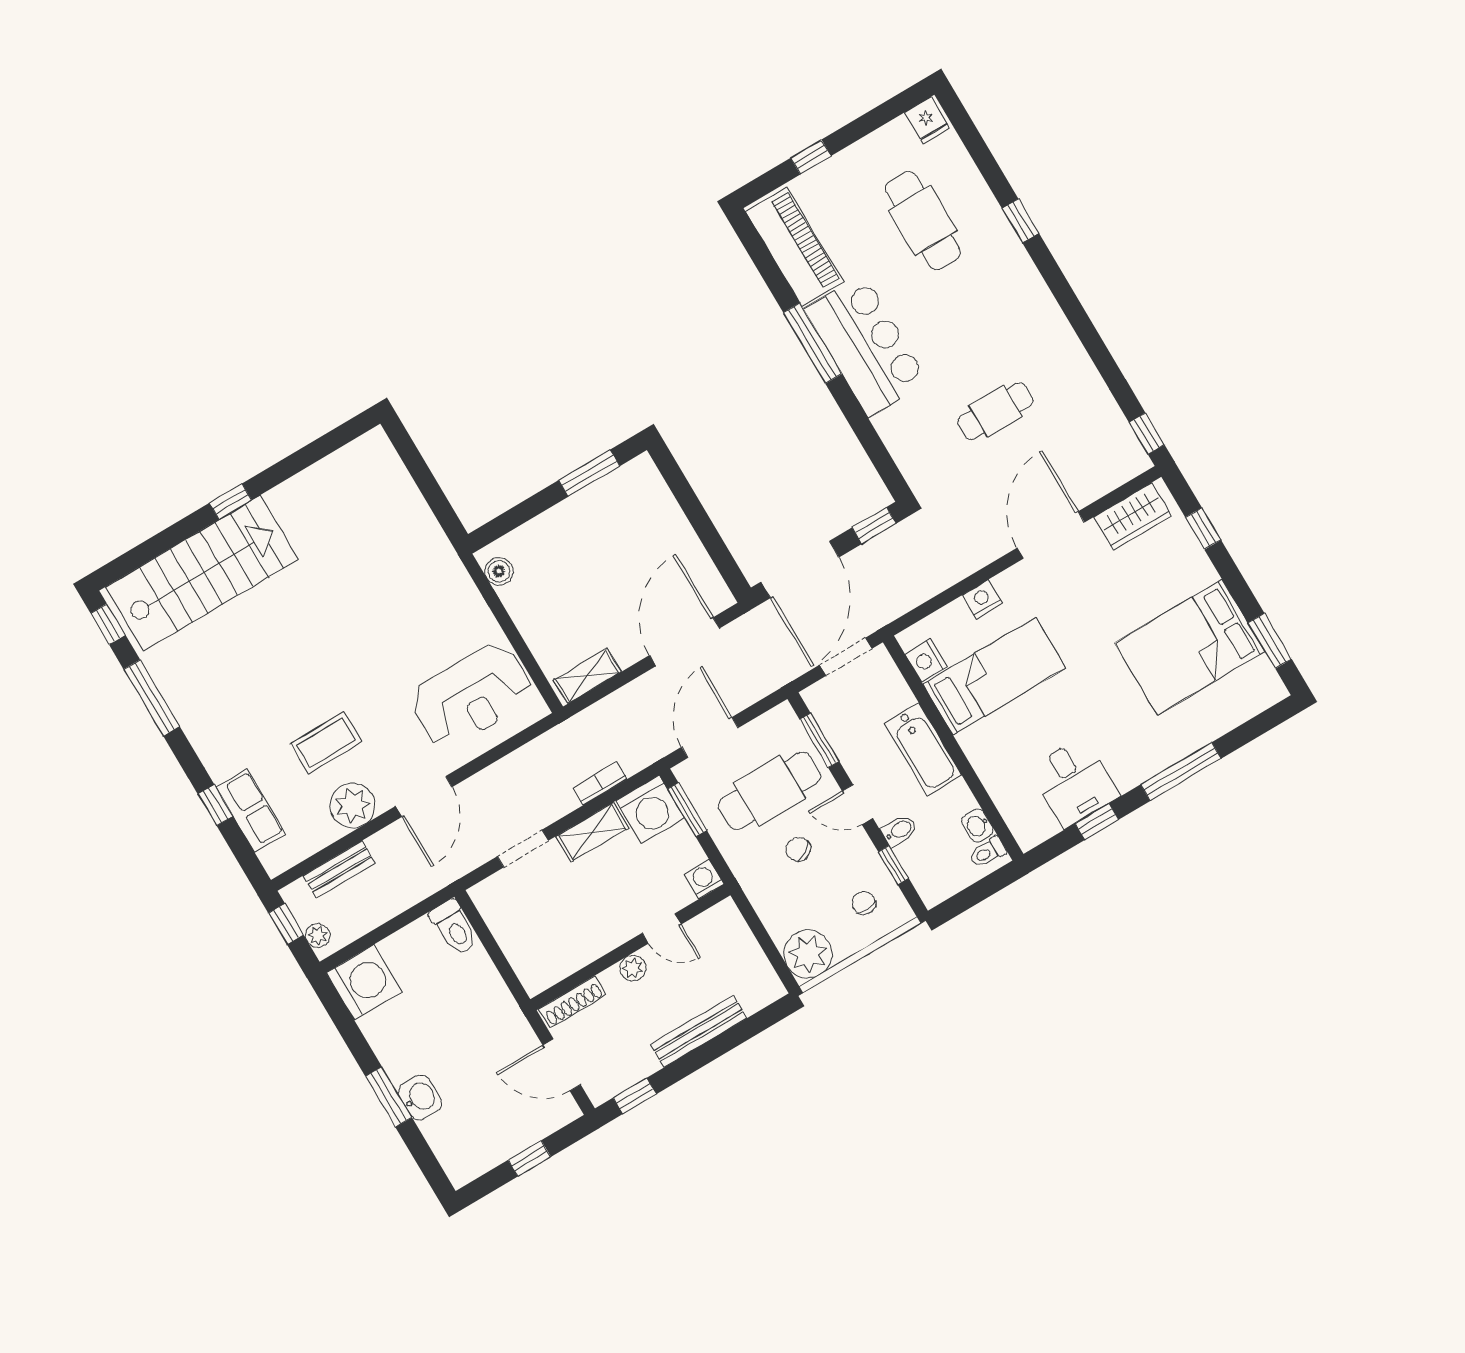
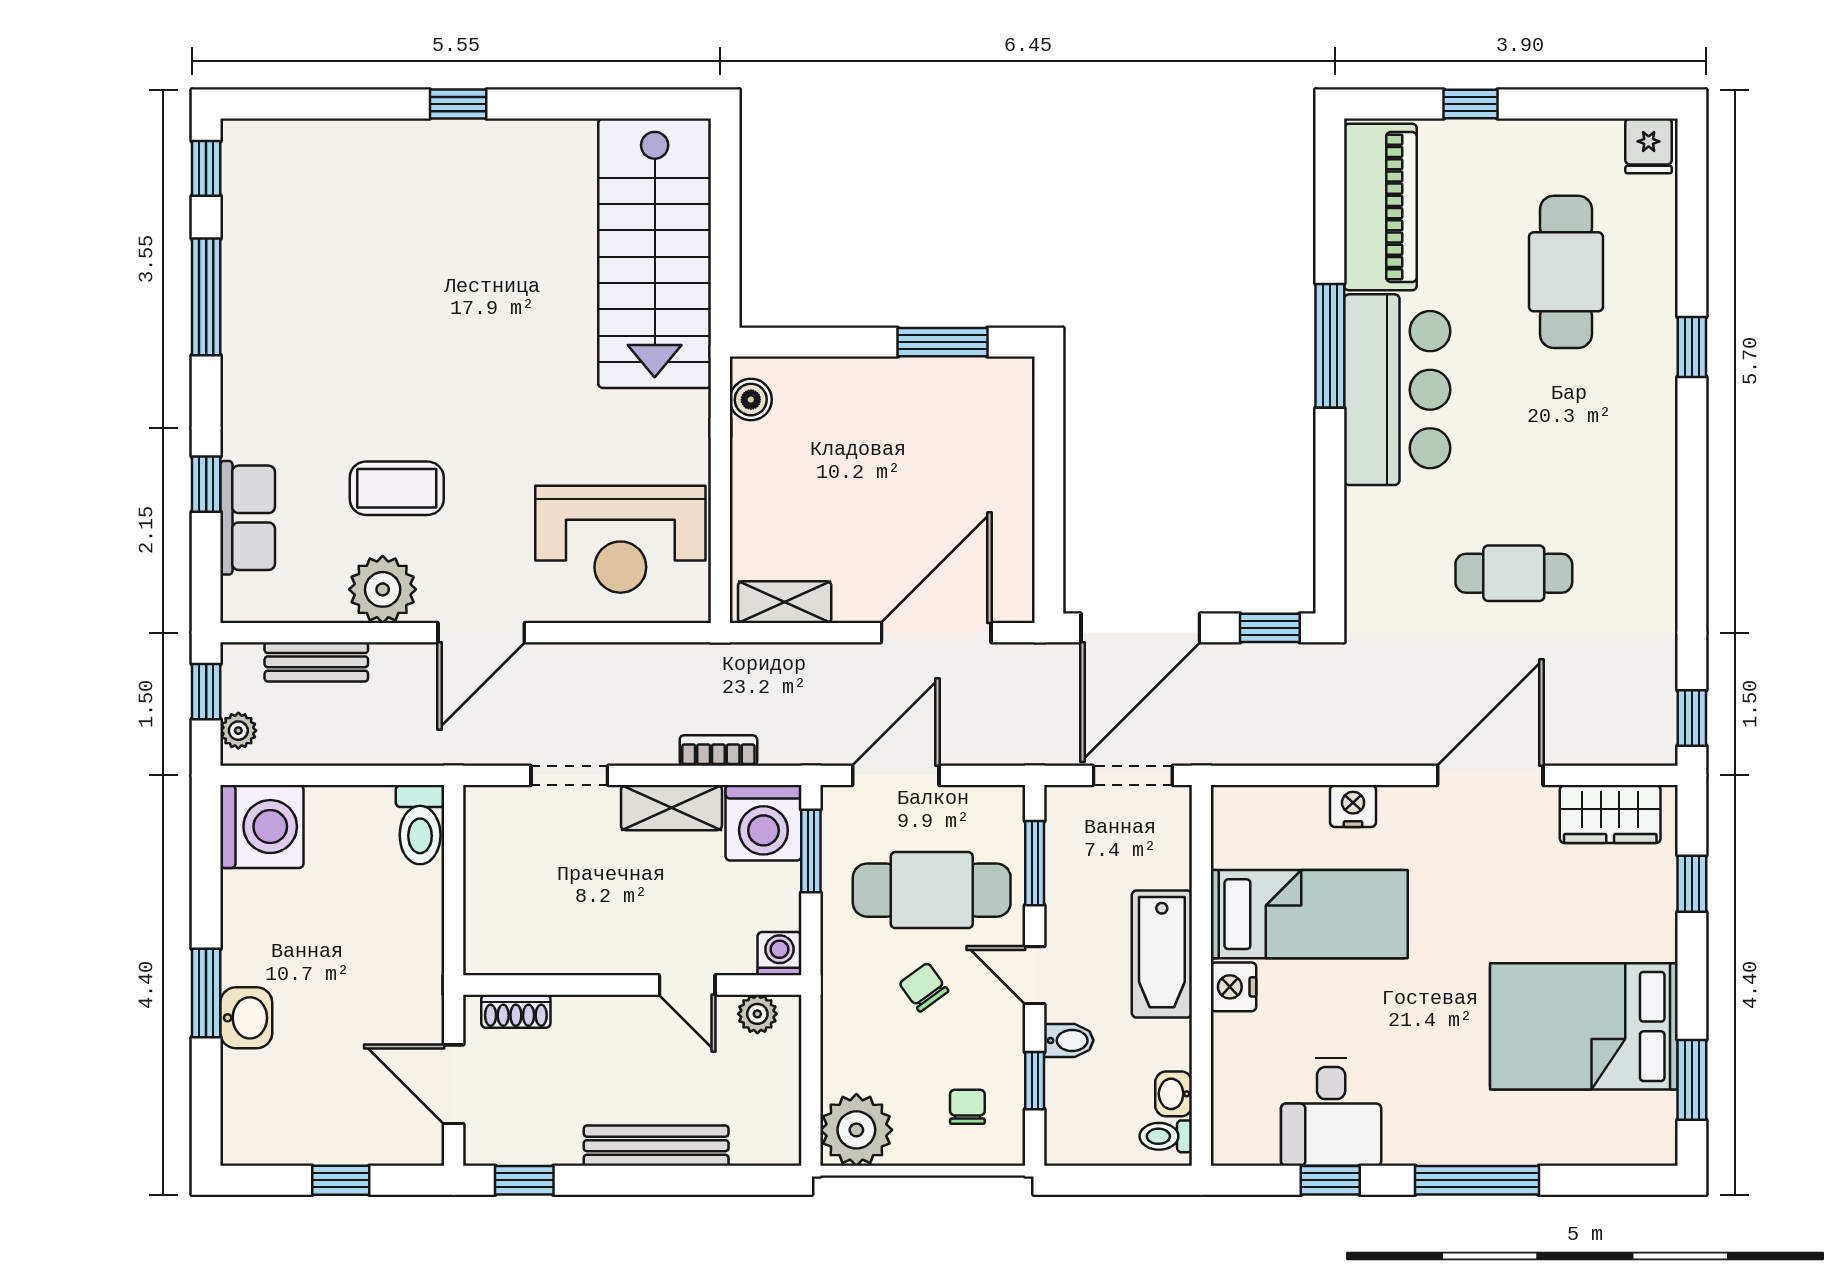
stairs: (202, 573) -> (655, 253), moved, turned 90
nightstand: (926, 660) -> (1233, 987), moved
plant: (633, 968) -> (757, 1014), moved
shoe rack: (572, 1002) -> (516, 1011), width x0.70

